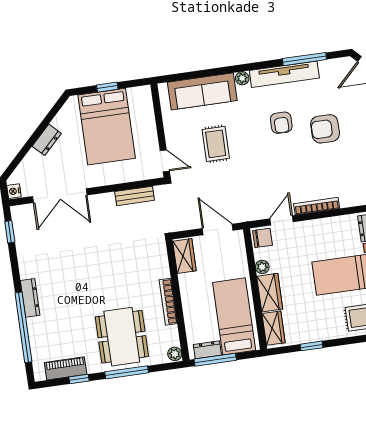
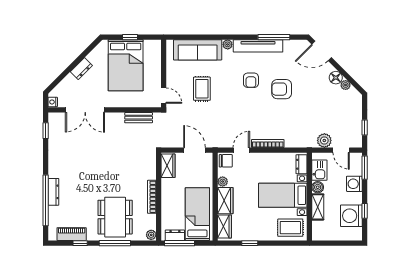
dresser: (30, 298) -> (53, 192), moved

